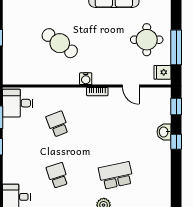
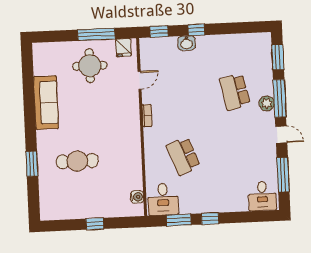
cafe table: (60, 43) -> (77, 161), moved, turned 54
water cooler: (86, 79) -> (137, 197), moved
school desk: (57, 124) -> (183, 156), width x1.85
school desk: (57, 175) -> (238, 154), removed

